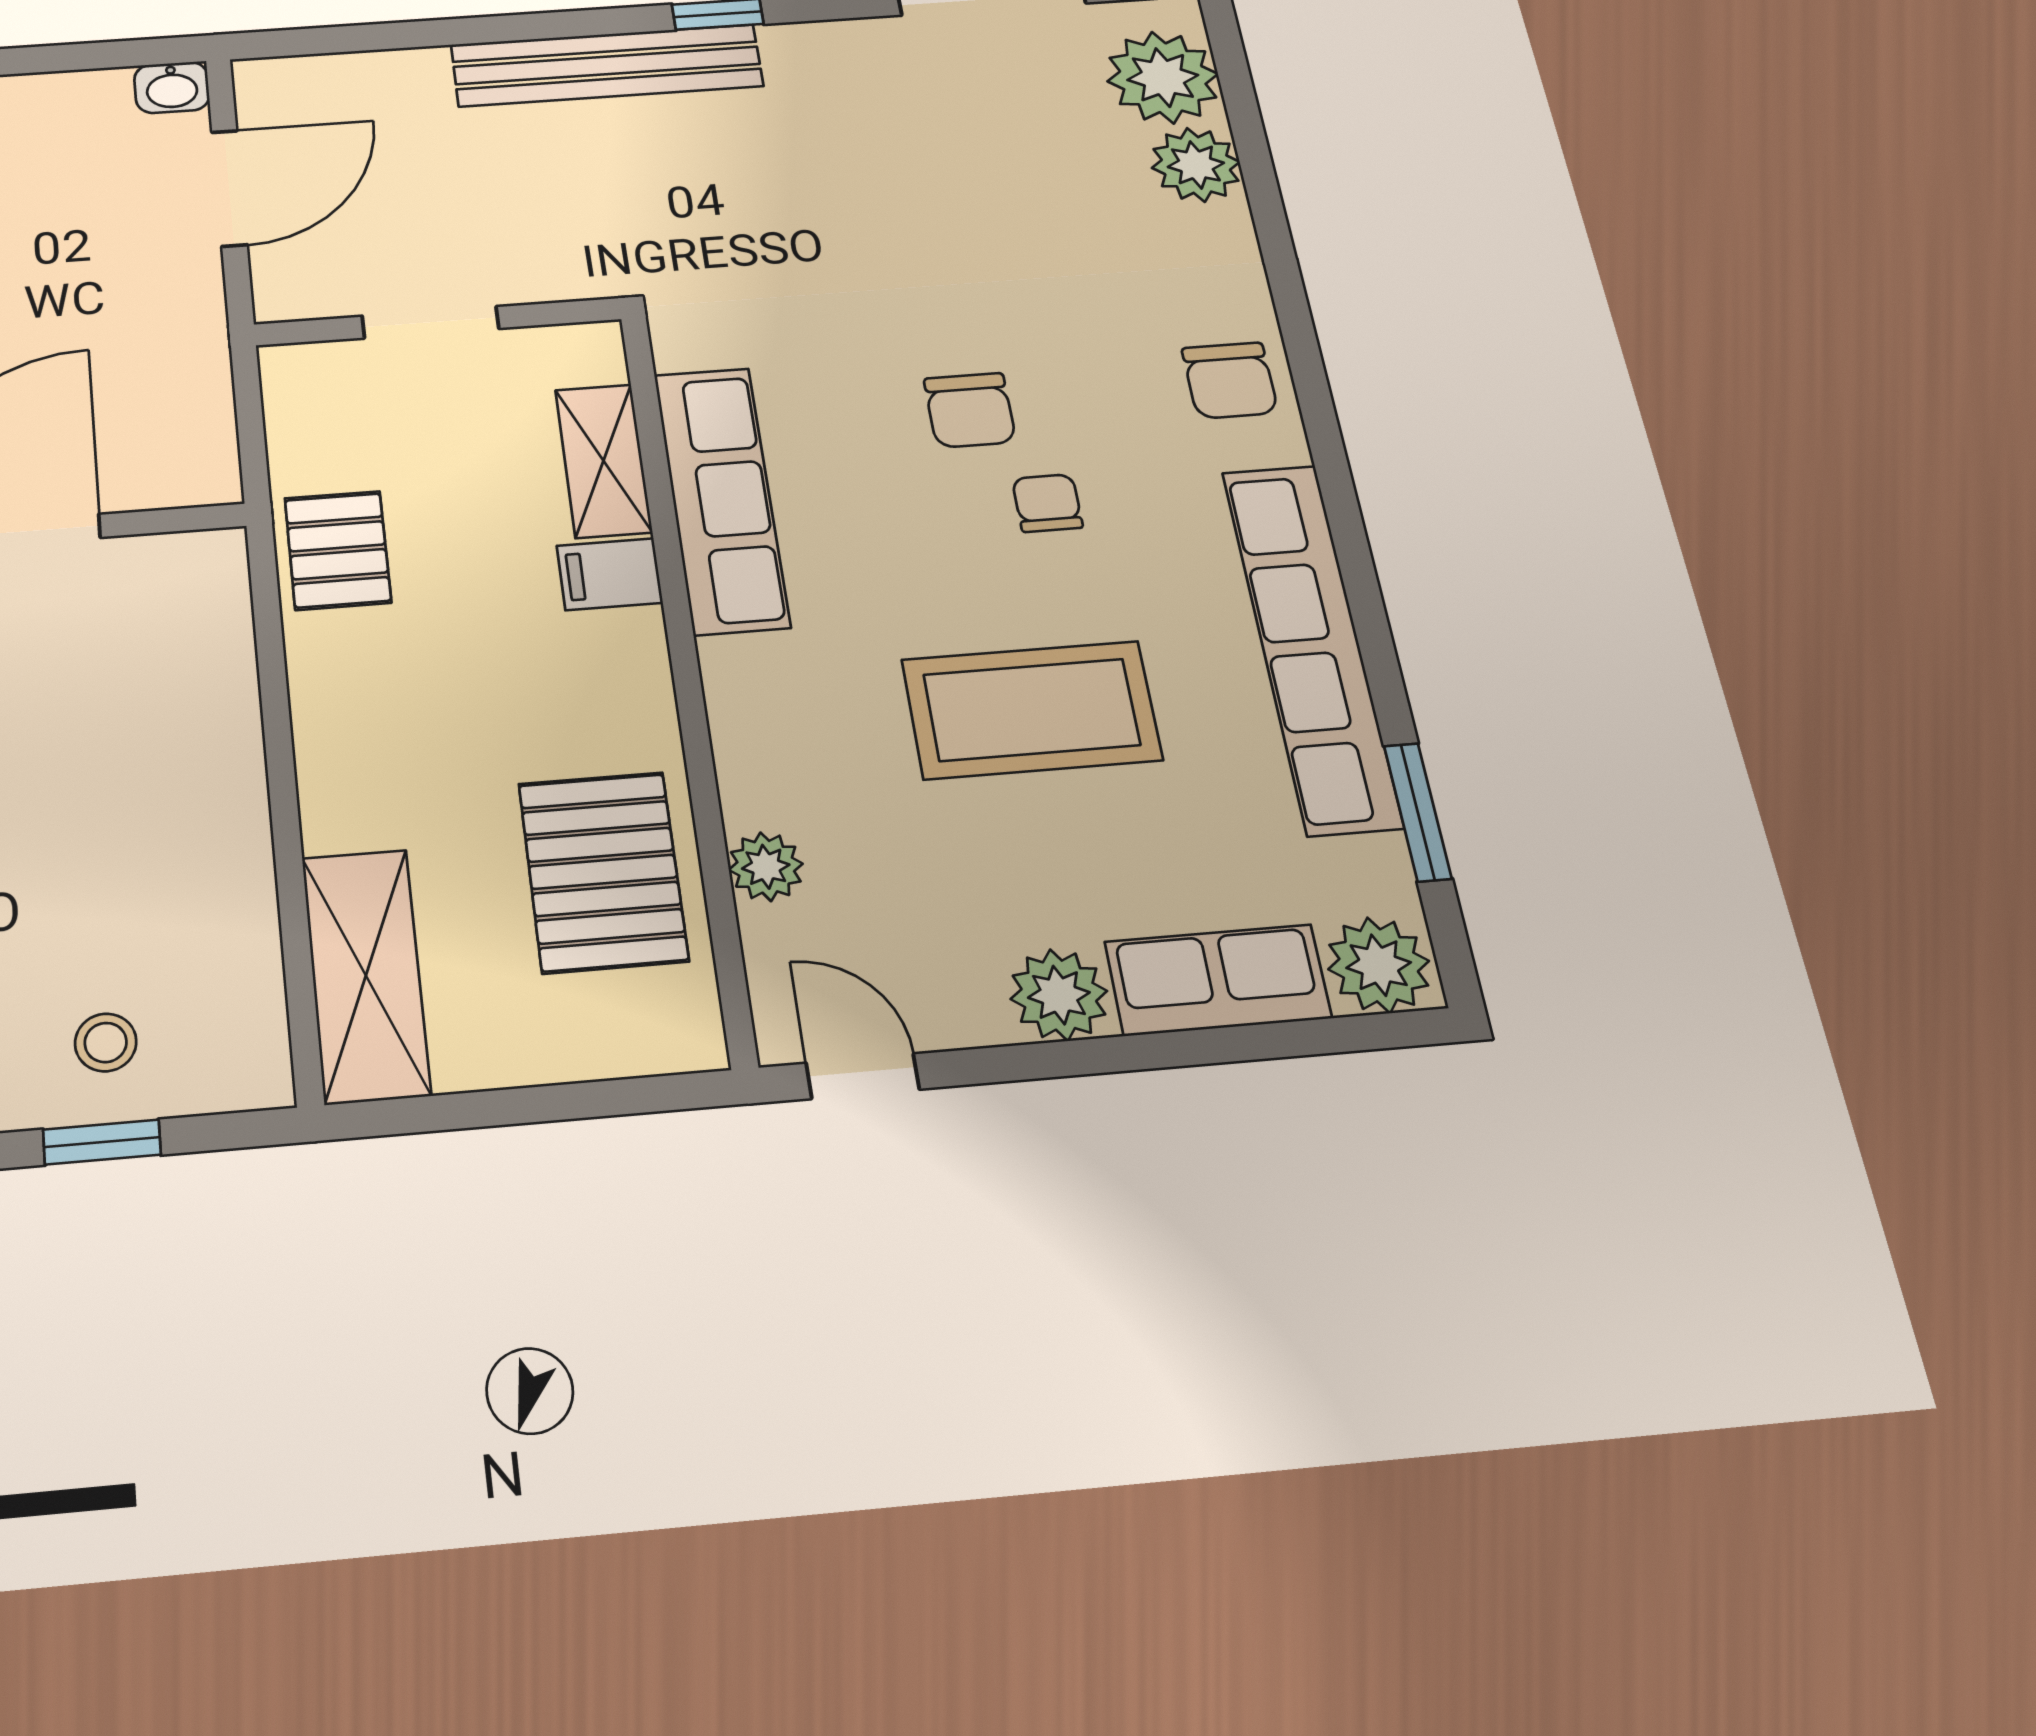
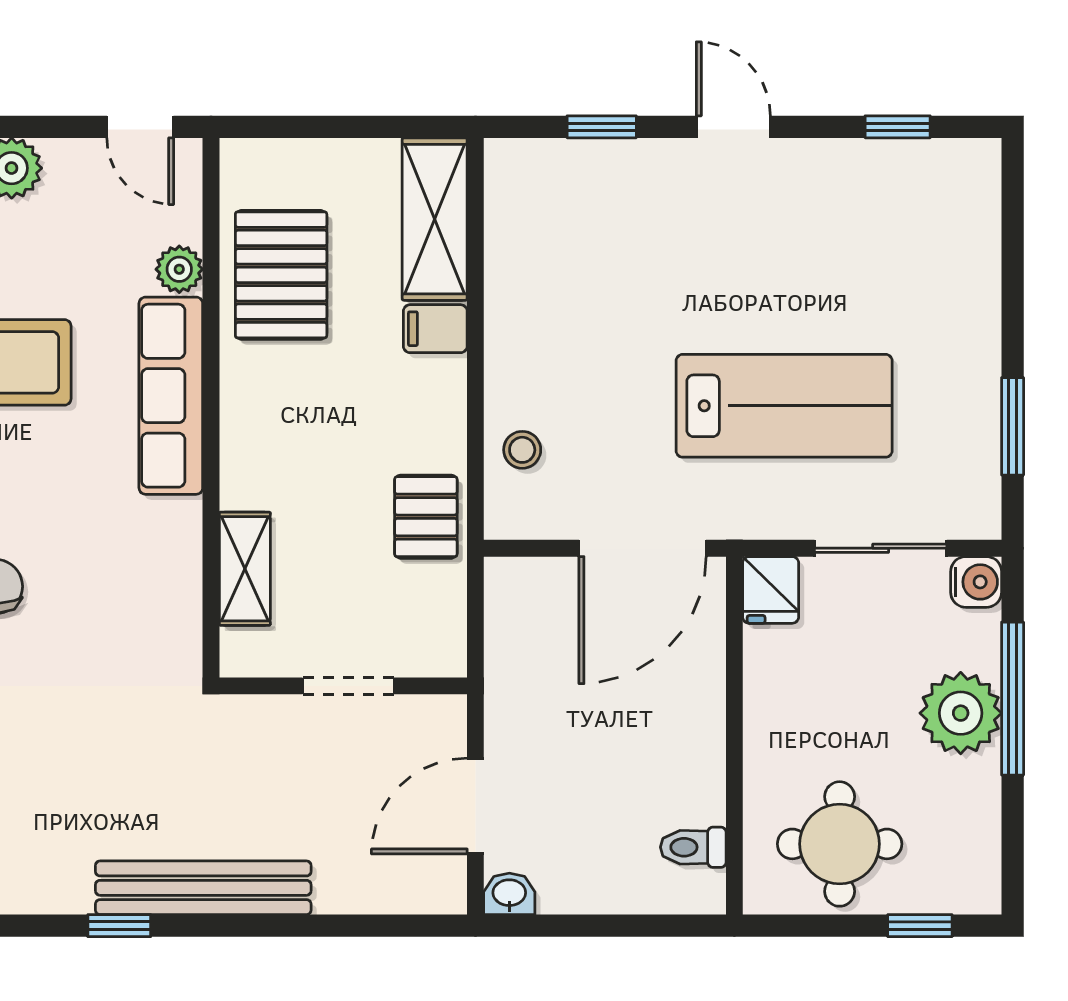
row of seats: (721, 500) -> (171, 396), moved
filing cabinet: (610, 574) -> (435, 329), moved, turned 180
stool: (106, 1042) -> (522, 450), moved

